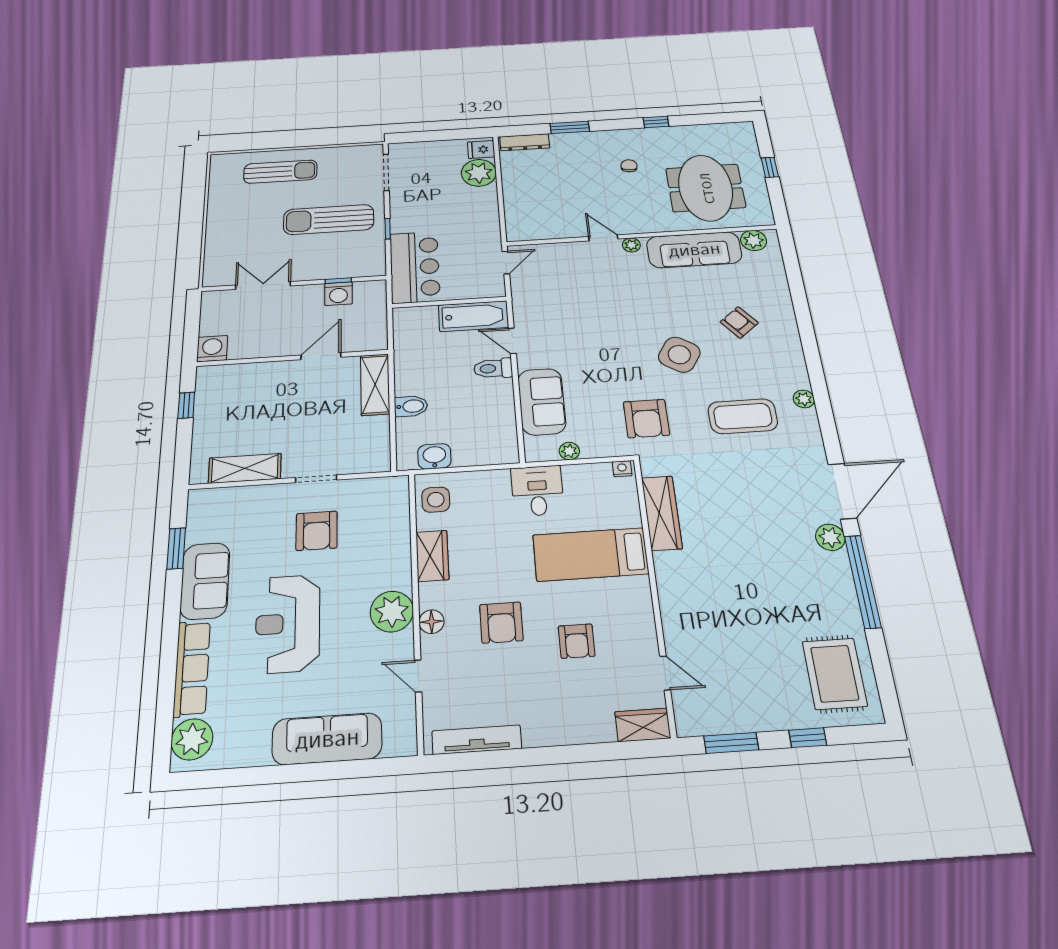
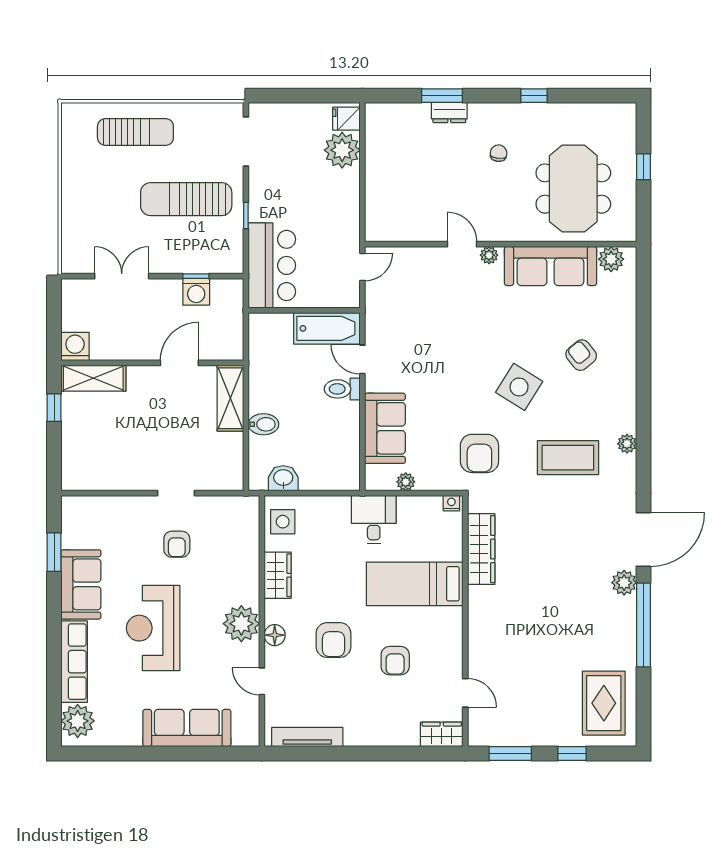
dresser: (525, 142) -> (449, 113), moved, width x0.70
shelving: (245, 468) -> (93, 378), moved
armchair: (317, 531) -> (177, 544), width x0.72, depth x0.72

